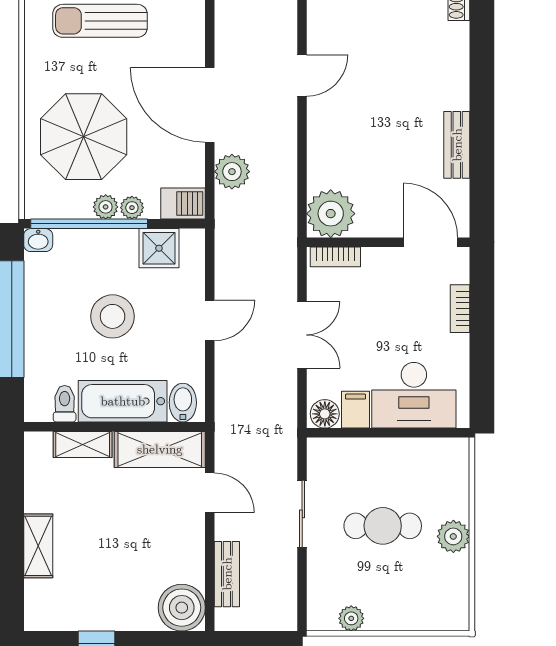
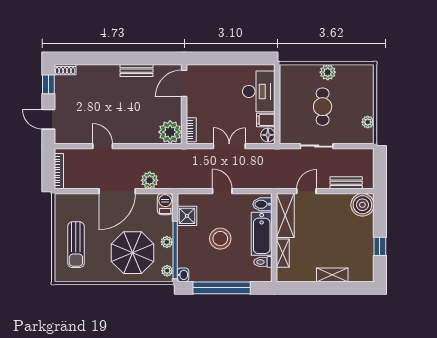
plant: (132, 208) -> (167, 271), moved
bookcase: (460, 309) -> (216, 69), removed

